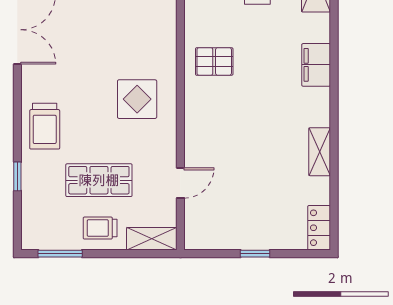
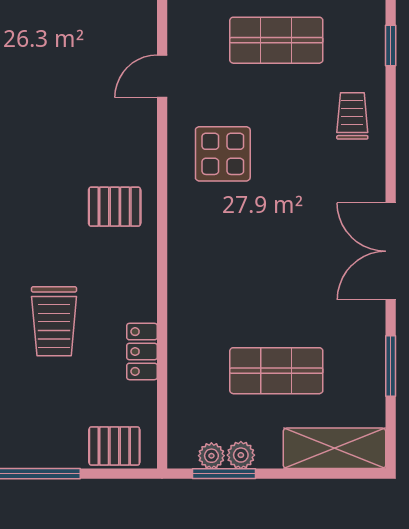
trolley: (45, 126) -> (352, 116), width x0.73, depth x0.72
door: (180, 183) -> (162, 76), moved

